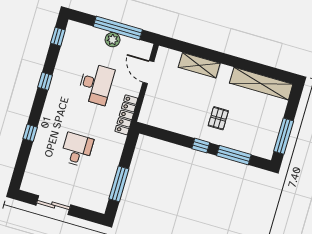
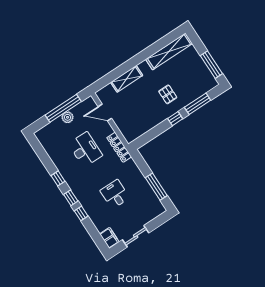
window: (58, 37) -> (71, 198), moved
filing cabinet: (30, 181) -> (109, 238), added

